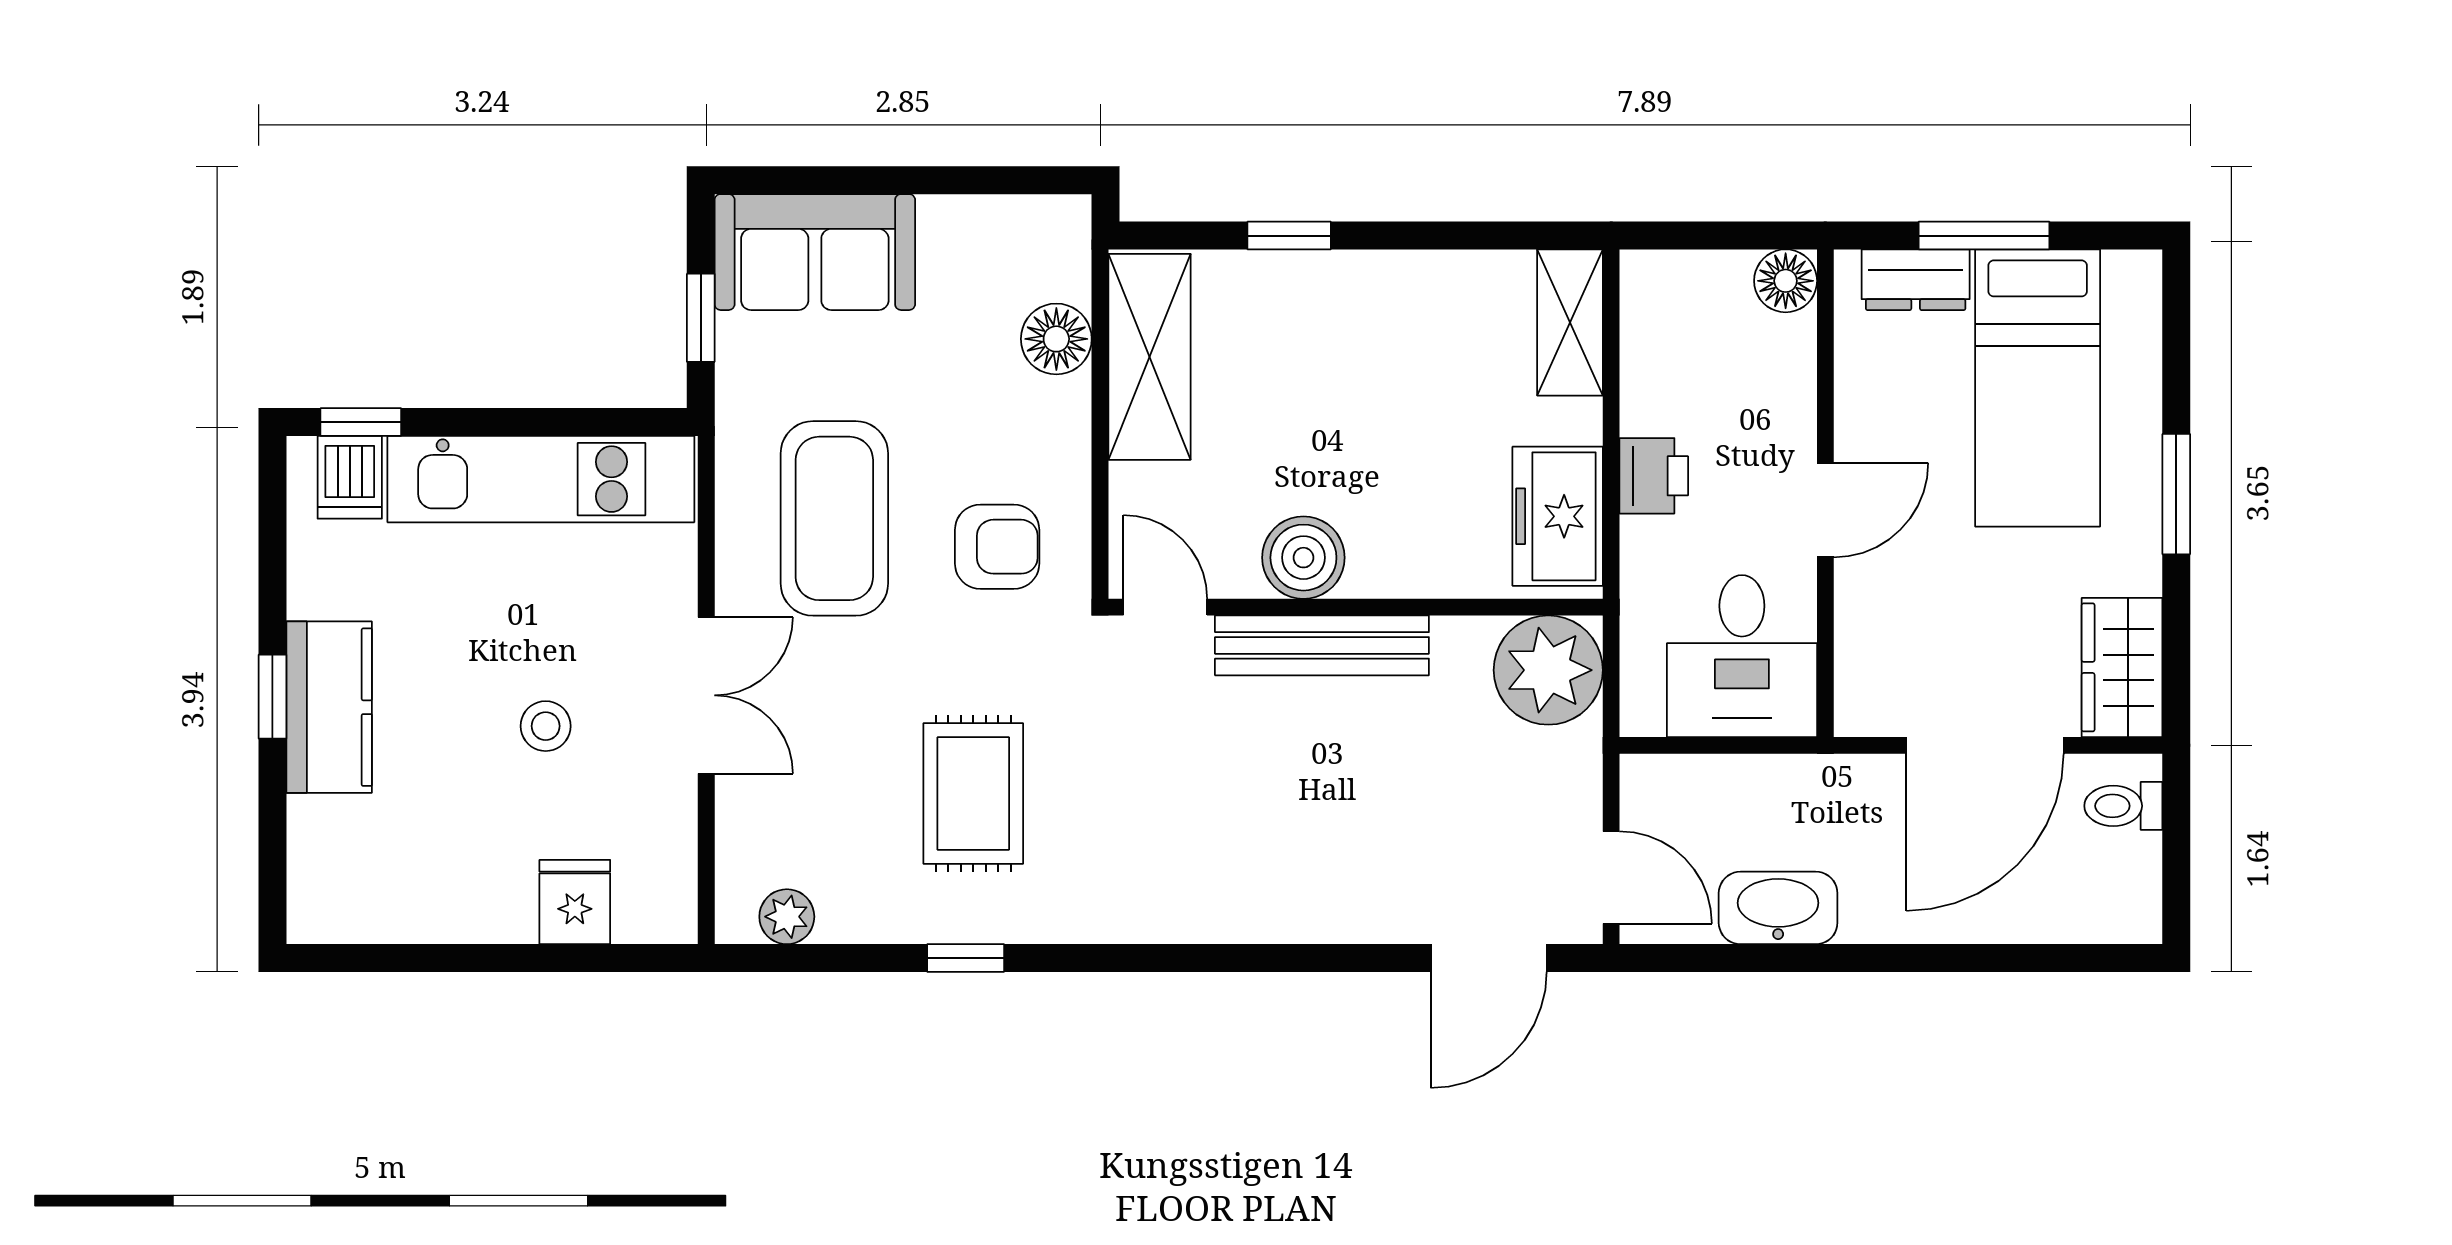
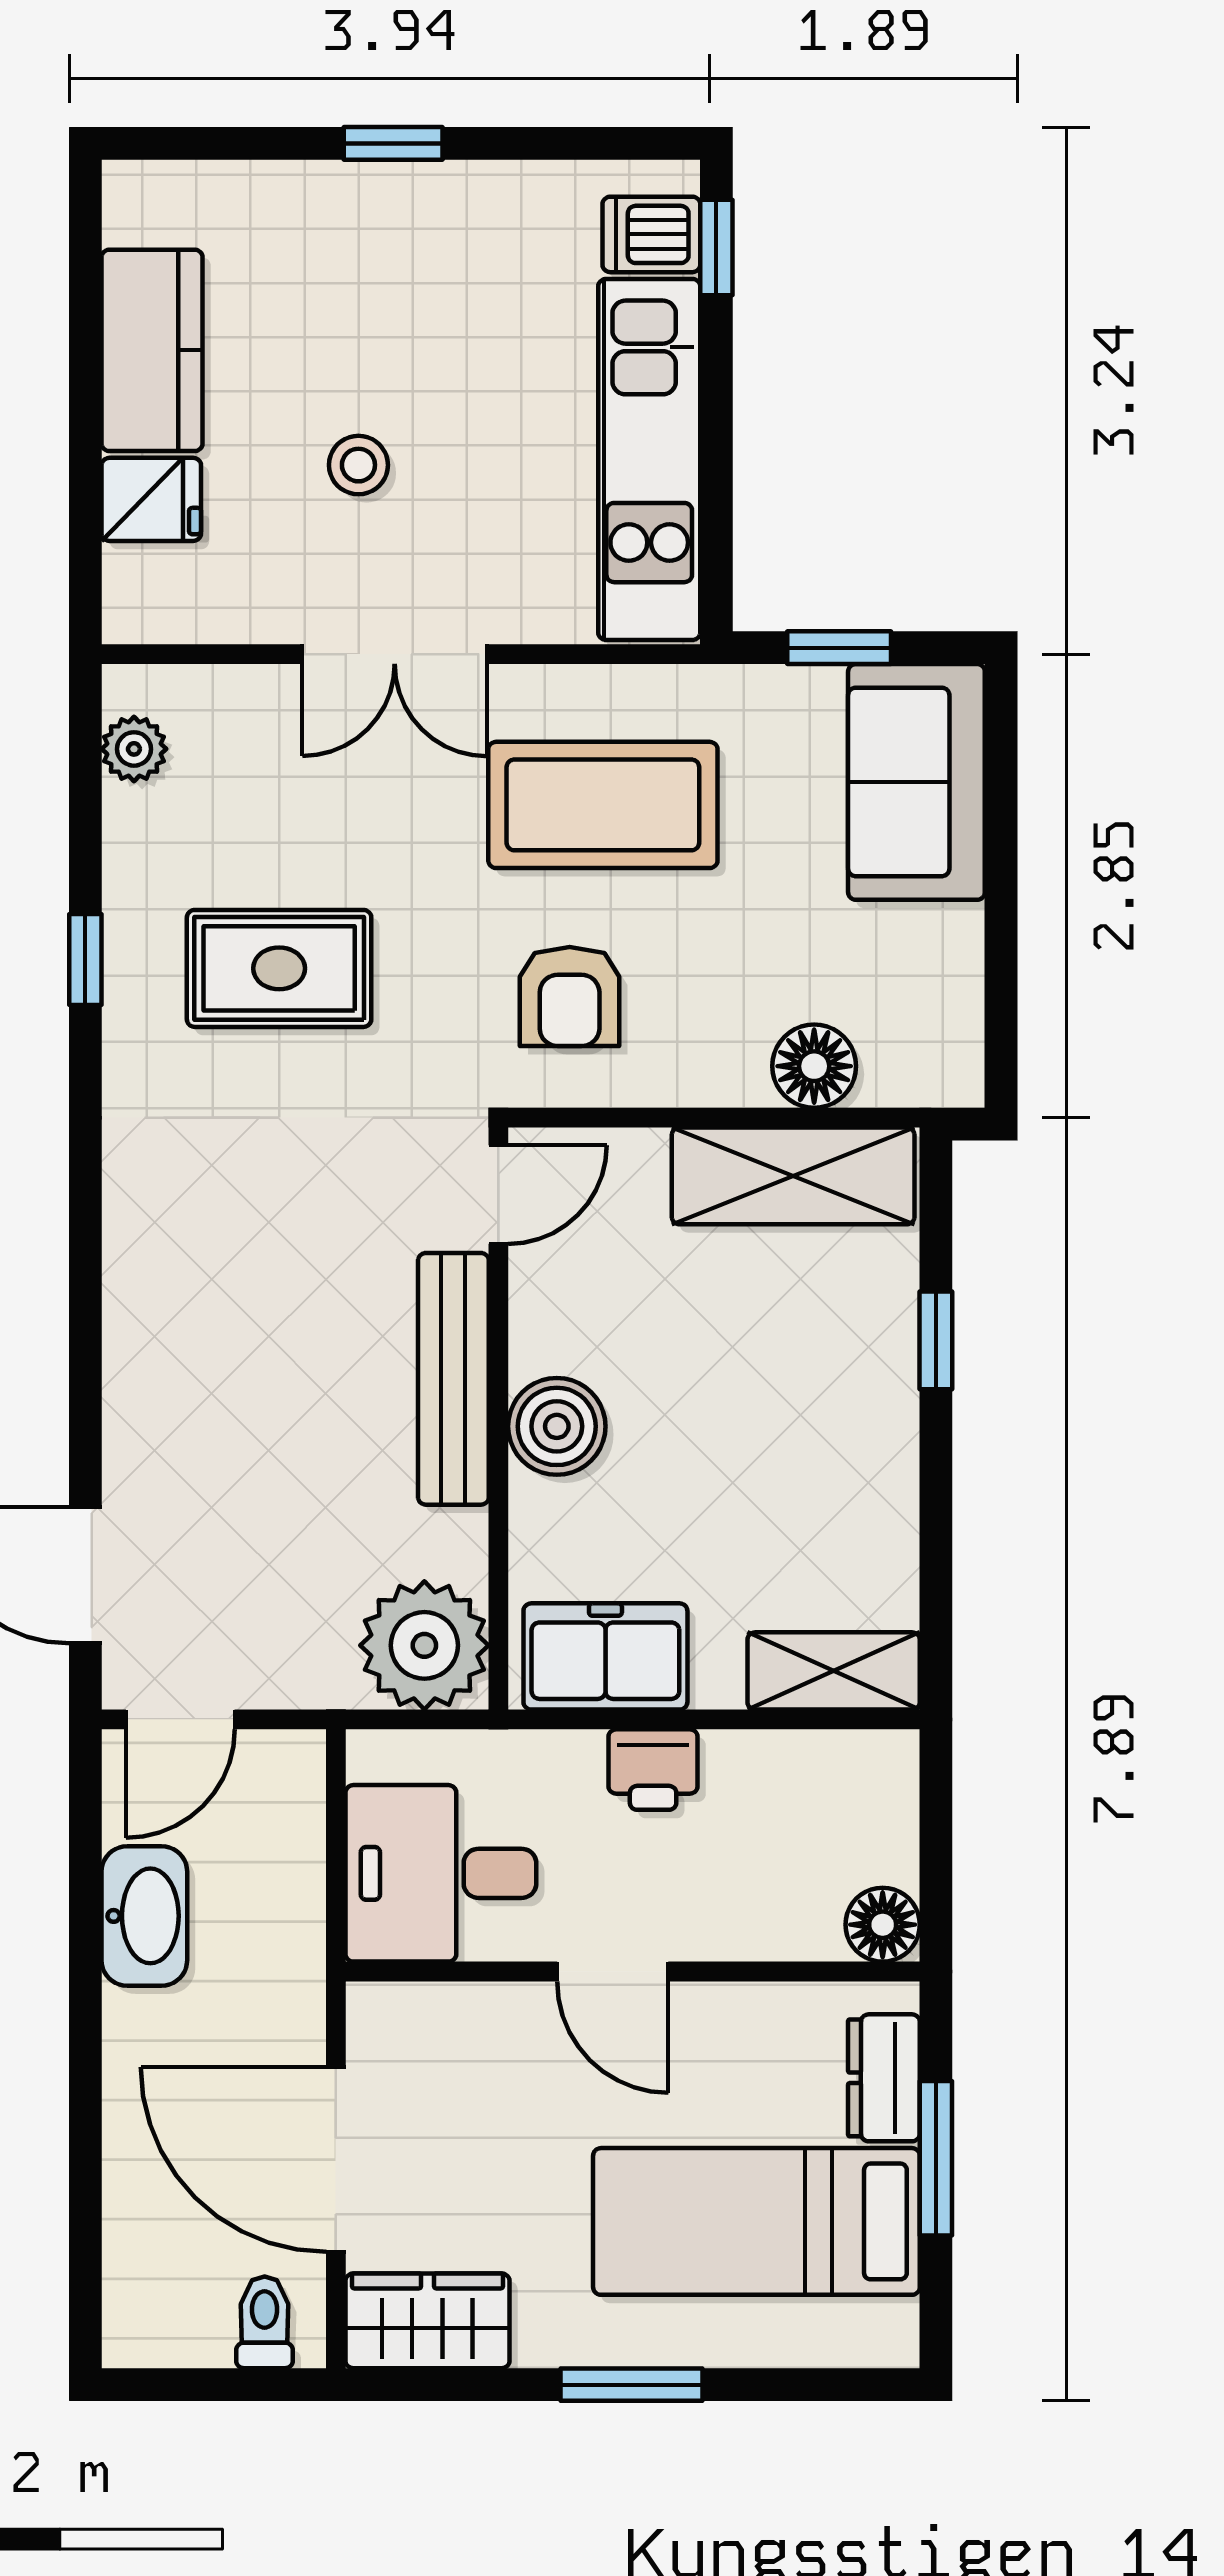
boiler: (1303, 558) -> (557, 1426), moved
kitchen counter: (329, 707) -> (152, 350), moved, turned -90

